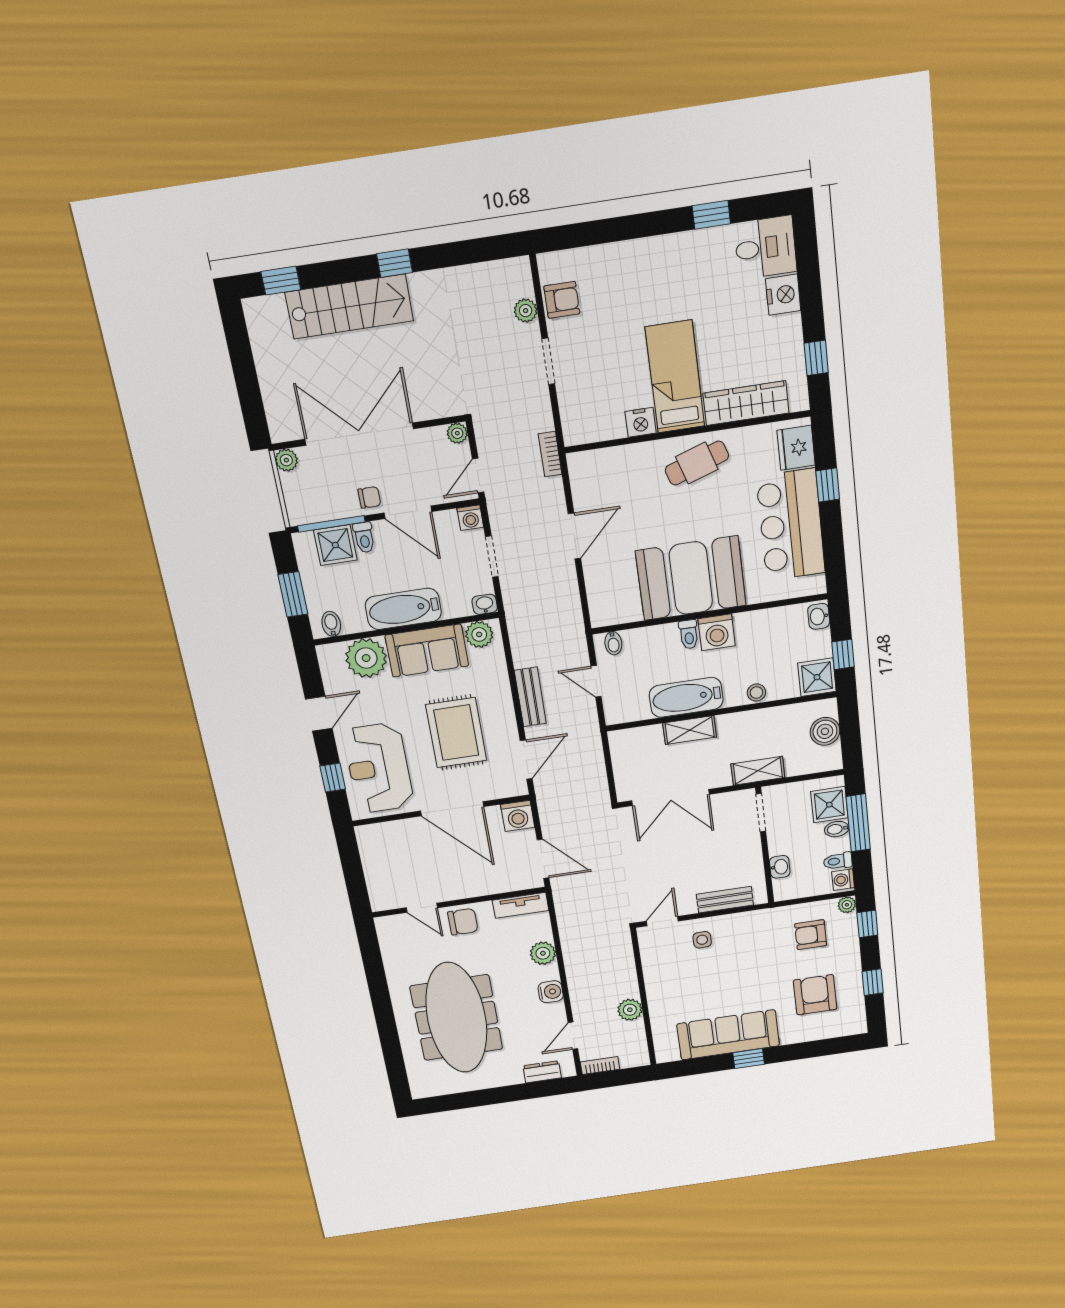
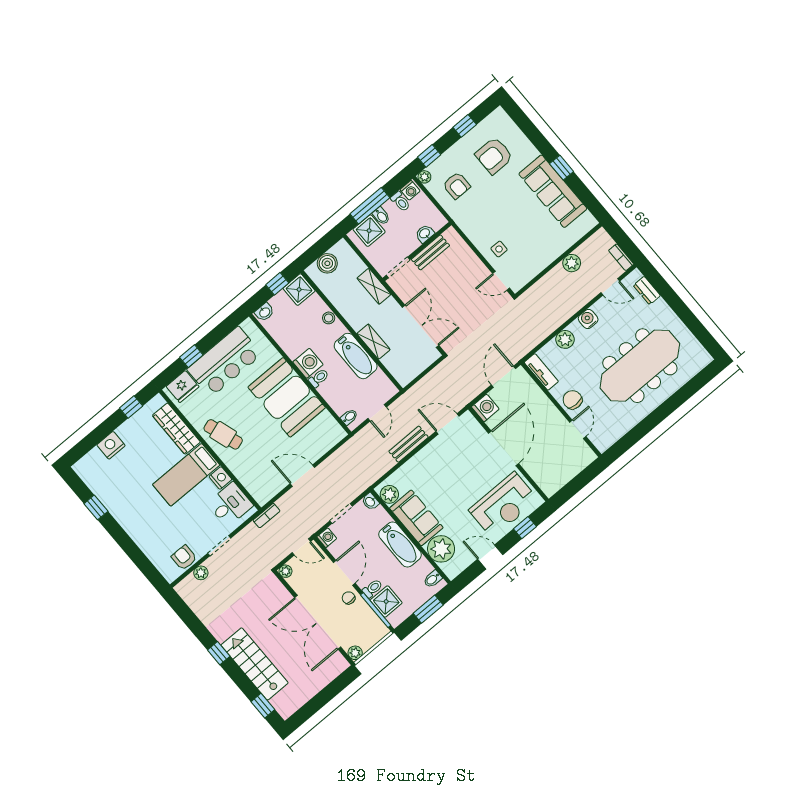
desk: (765, 248) -> (230, 504), moved, turned 90
rug: (456, 733) -> (455, 473), removed
bench: (725, 900) -> (430, 252), moved, turned 90

